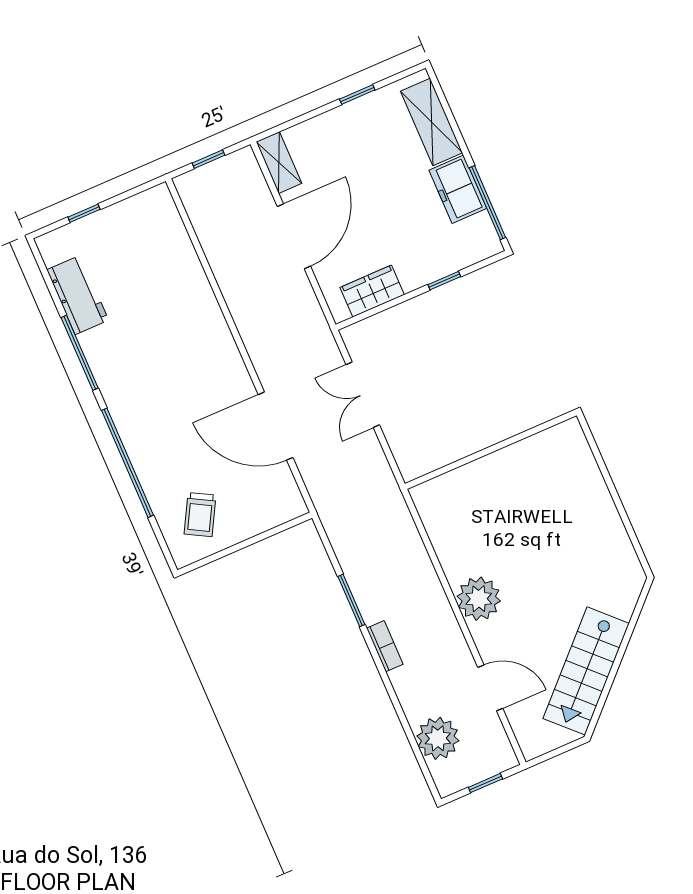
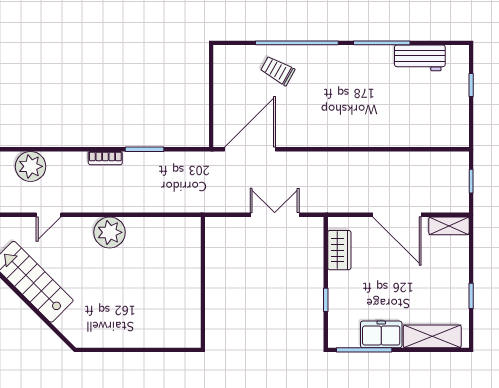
door: (276, 426) -> (250, 149), moved
trolley: (200, 515) -> (277, 71), moved
door: (490, 688) -> (49, 215), width x0.73

